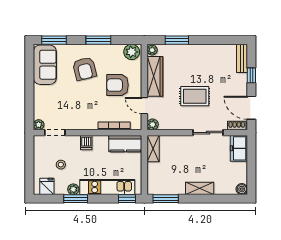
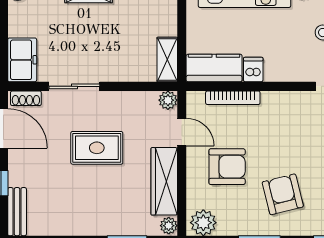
dishwasher: (86, 143) -> (253, 70), moved

